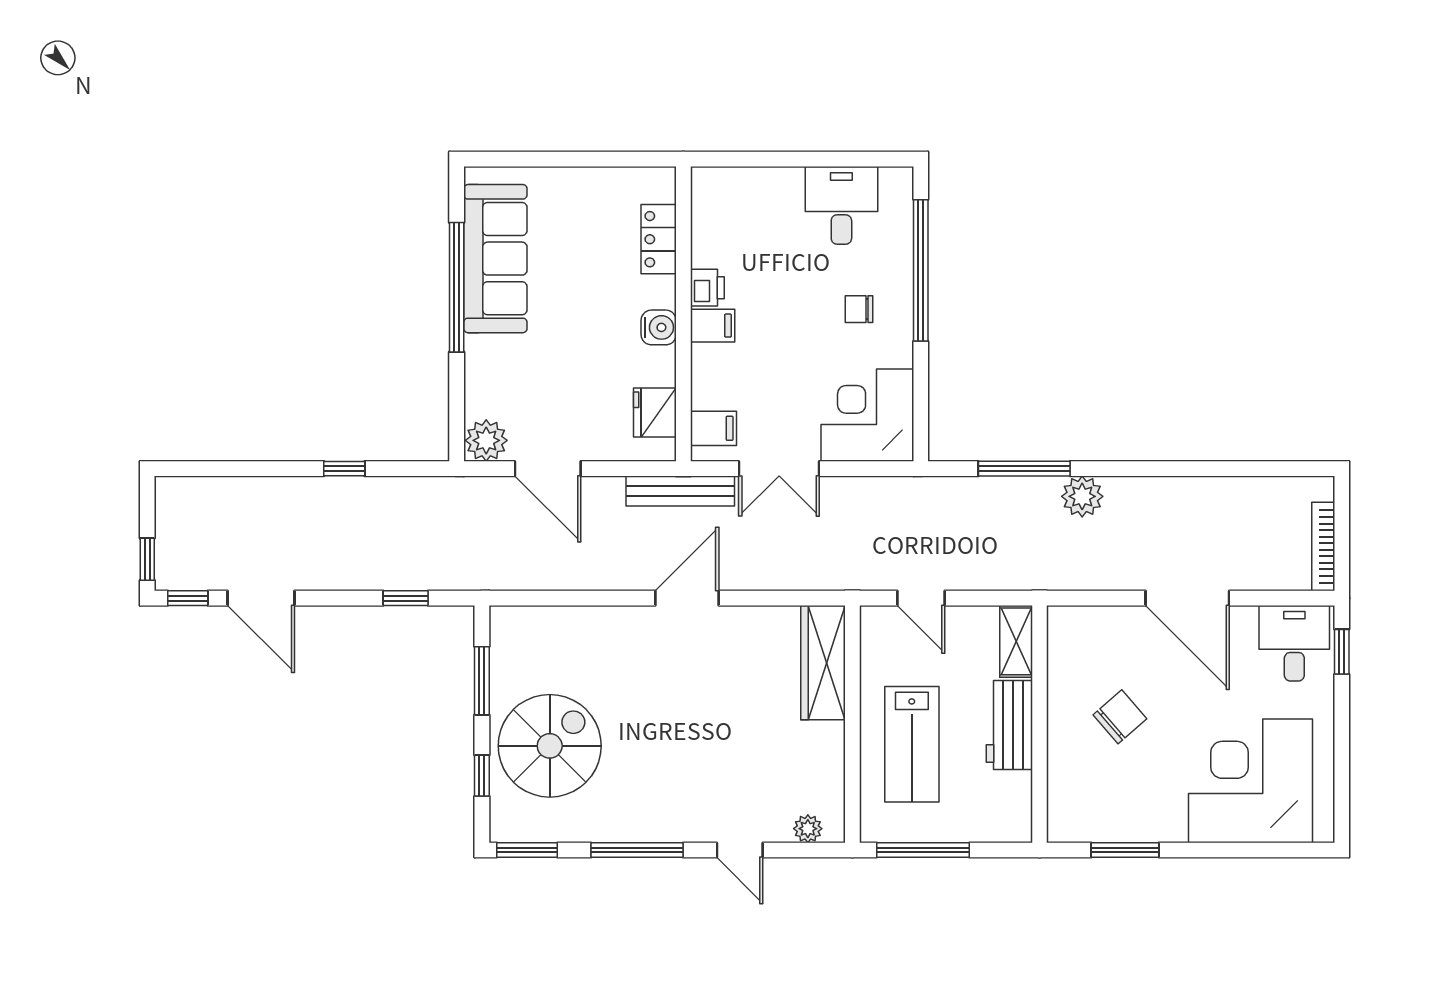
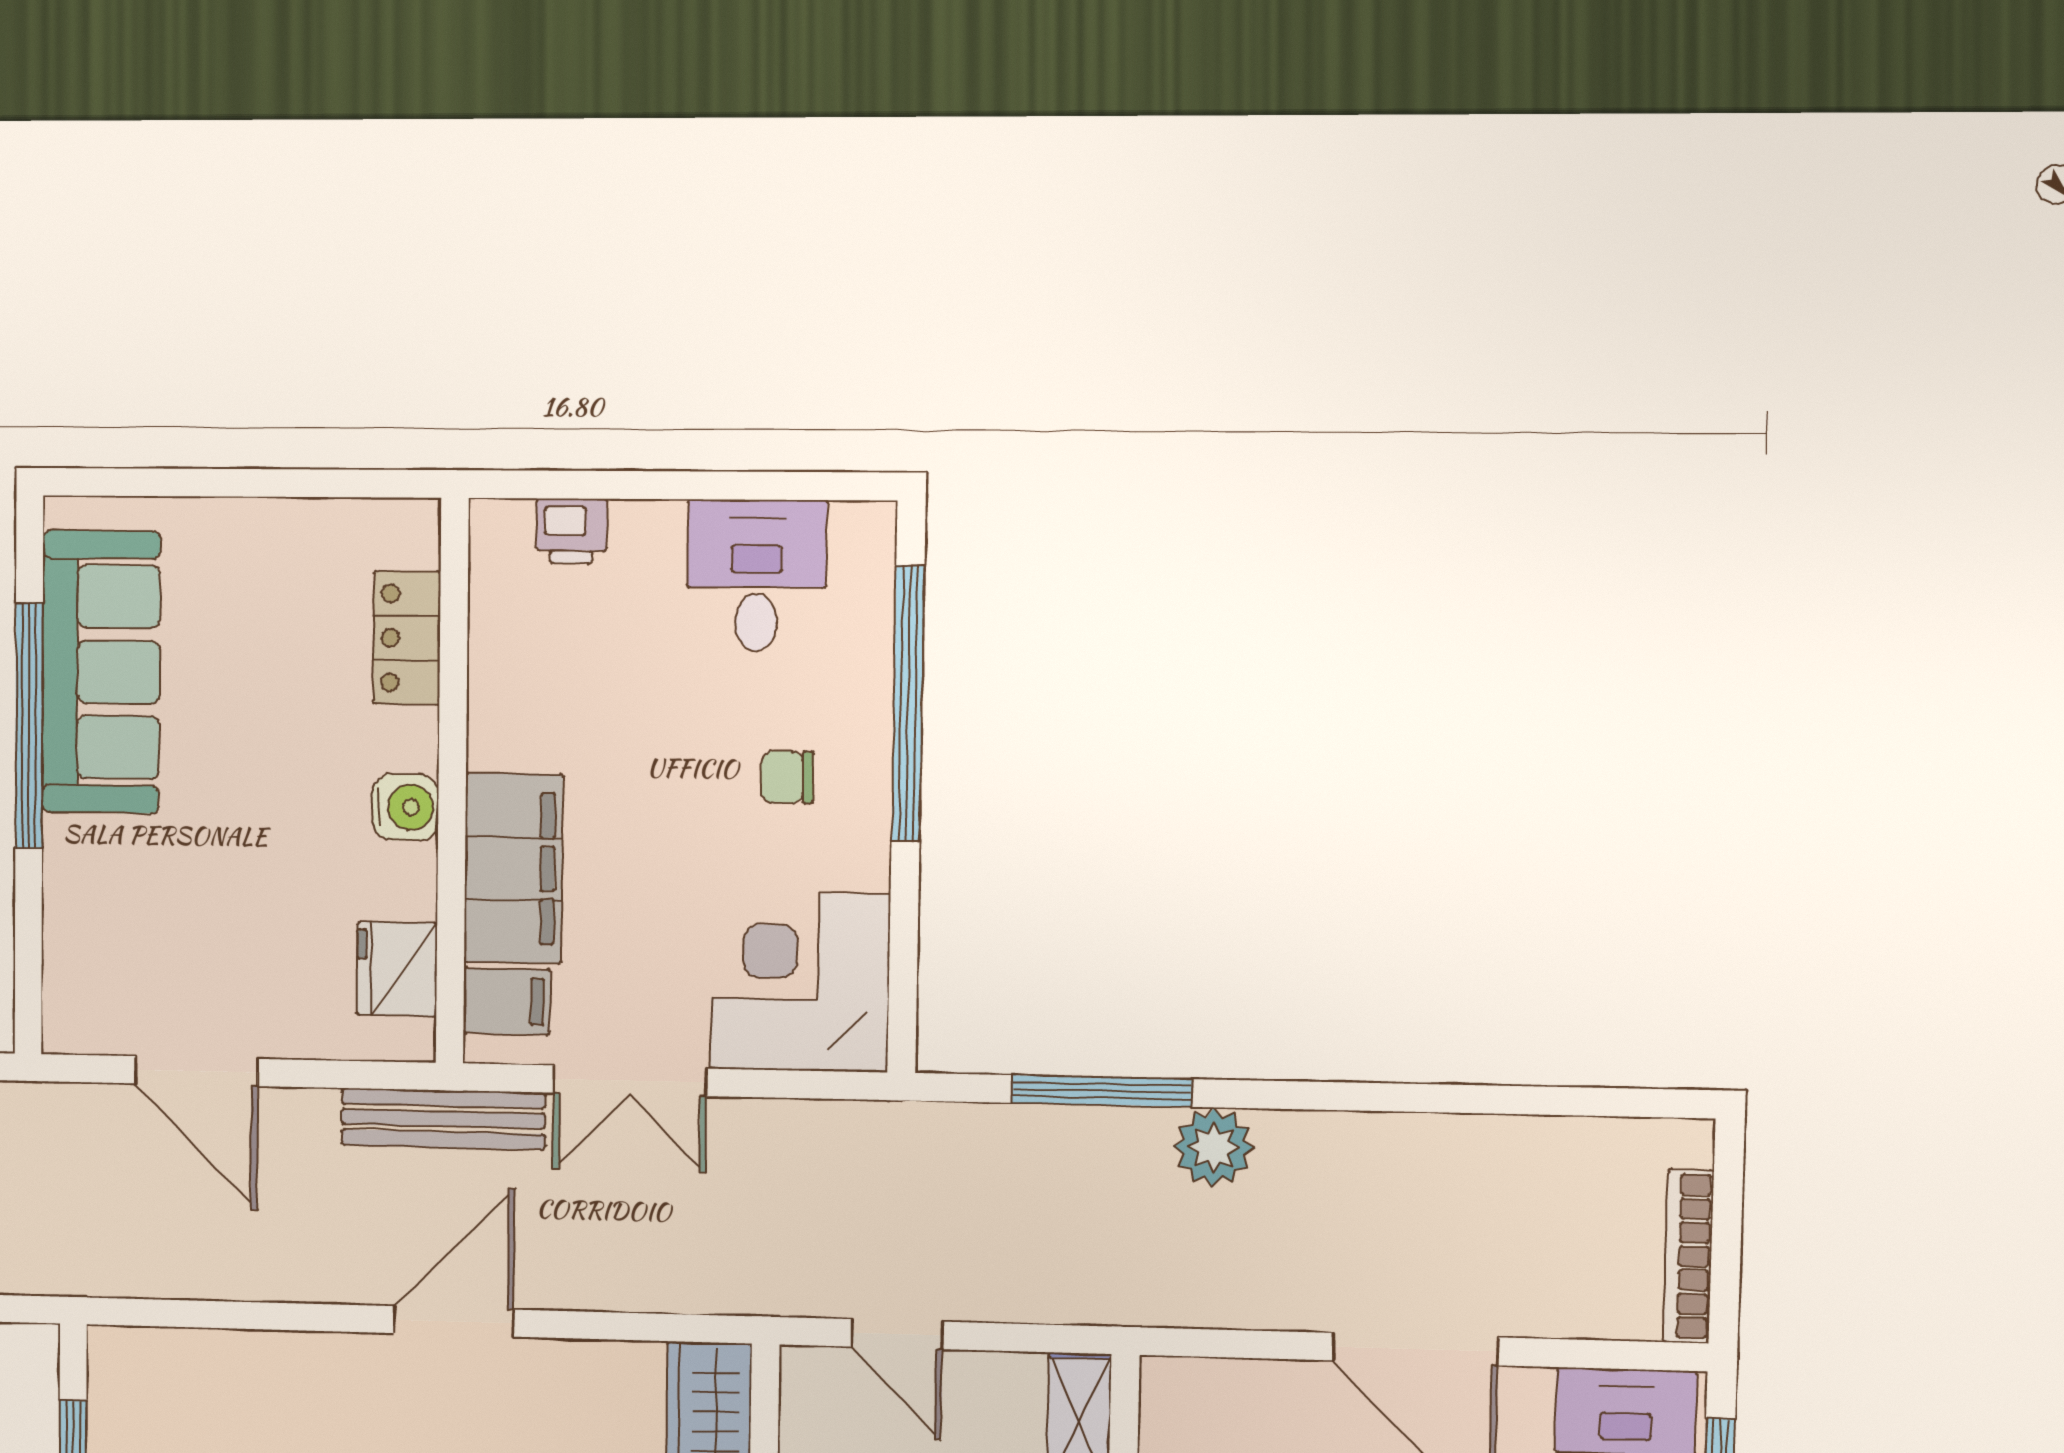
printer: (707, 288) -> (572, 531), moved, turned 90
filing cabinet: (713, 326) -> (513, 868), width x3.00, depth x1.17
plant: (486, 440) -> (83, 1016), removed

